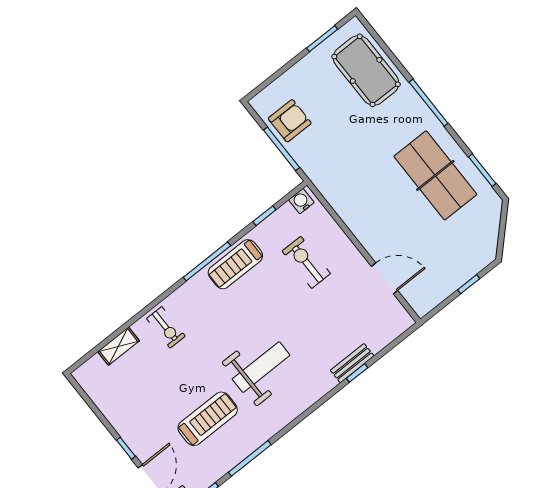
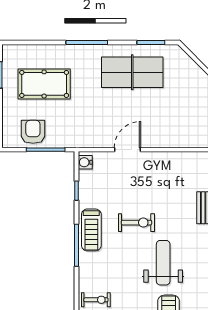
pool table: (366, 70) -> (44, 84), moved
exercise bike: (306, 262) -> (136, 223), moved, turned 180
door: (385, 278) -> (128, 150), moved

